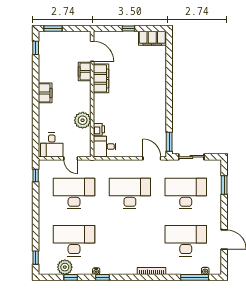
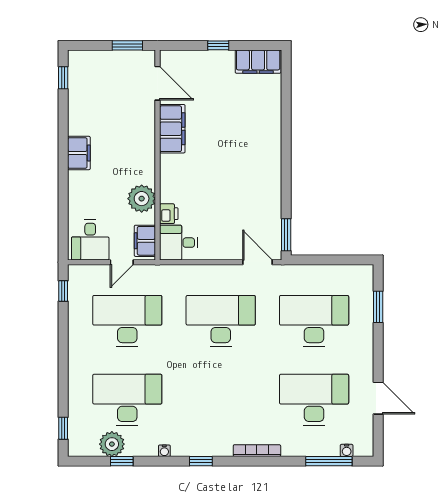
window: (53, 28) -> (127, 45), moved
filing cabinet: (85, 71) -> (145, 241), moved
sliding door: (191, 157) -> (323, 260), removed
door: (71, 158) -> (122, 262), hinge flipped
window: (102, 277) -> (201, 461), moved

